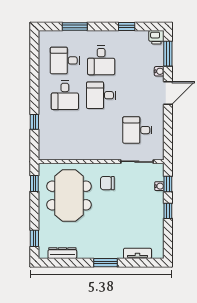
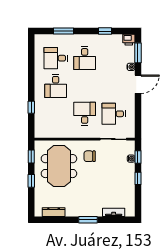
desk: (101, 95) -> (85, 114), moved, turned 90
window: (34, 238) -> (31, 181), moved

